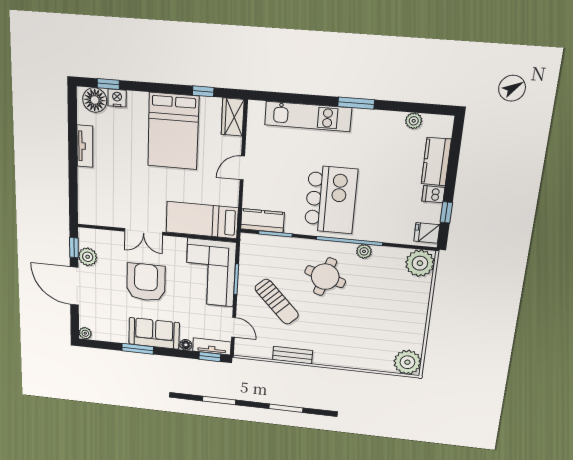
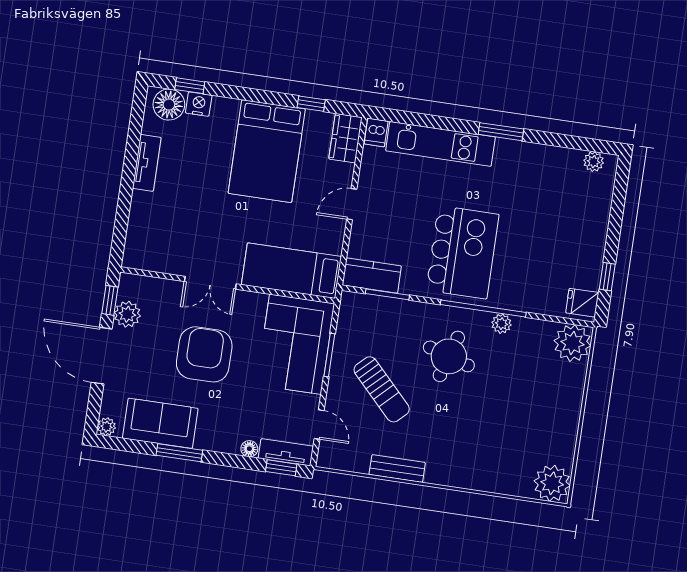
plant: (414, 121) -> (594, 162), moved
kitchen counter: (436, 162) -> (596, 211), removed
dishwasher: (433, 194) -> (376, 133), moved, turned -90
sofa: (154, 333) -> (160, 423), moved

